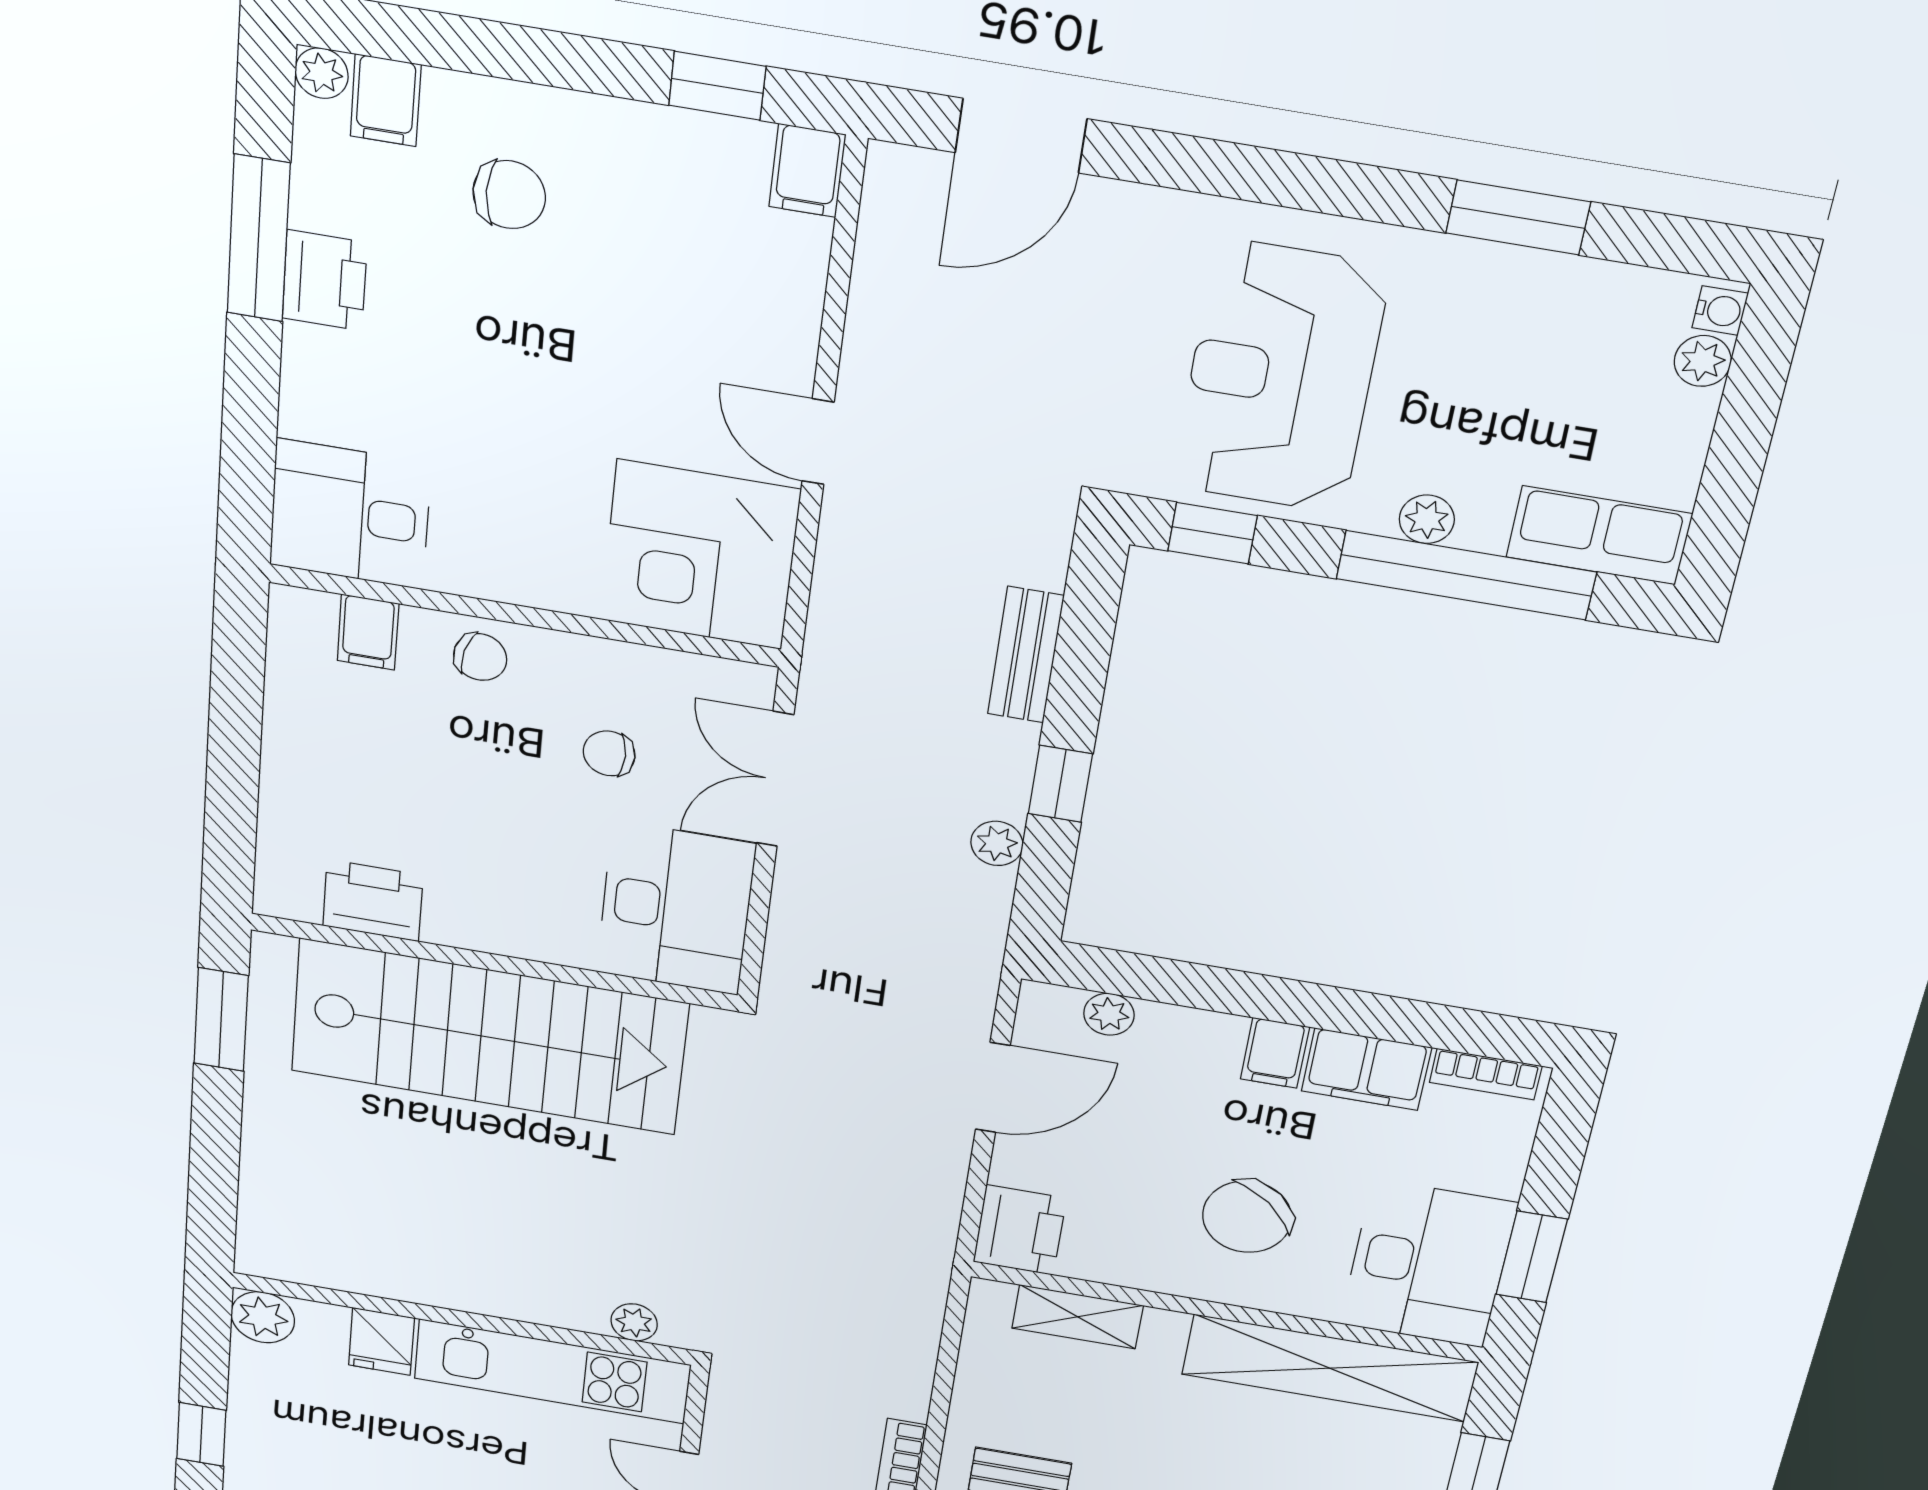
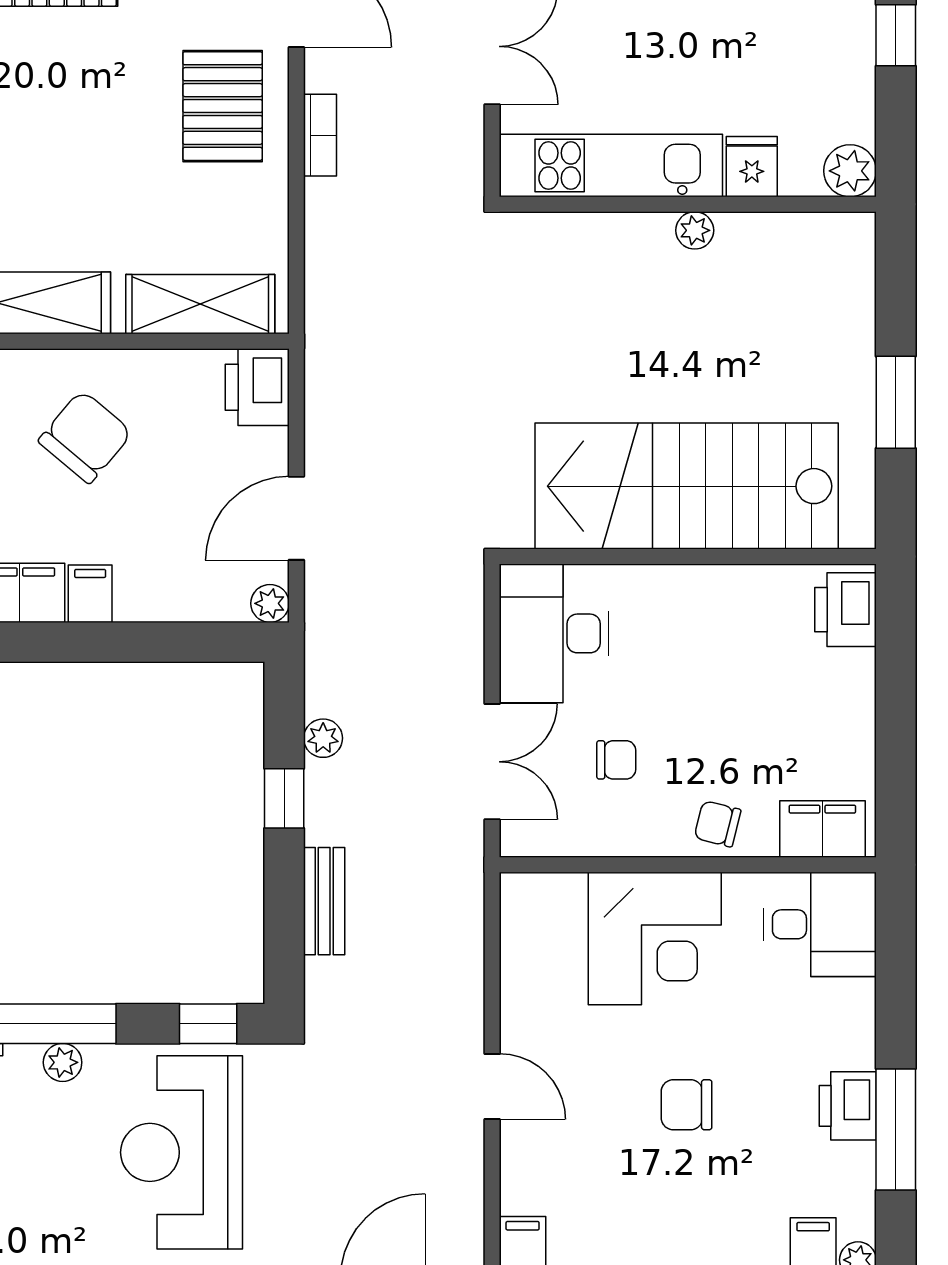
chair: (509, 195) -> (687, 1105), moved
reception desk: (1280, 377) -> (182, 1152), turned 180
door: (818, 442) -> (492, 1087), moved
corner desk: (700, 555) -> (655, 938), moved, turned 90
filing cabinet: (368, 632) -> (822, 829), width x2.00
printer: (373, 901) -> (846, 610), moved, turned 90
plant: (1109, 1014) -> (270, 603), moved
window: (221, 1020) -> (896, 402), moved
shelving: (1078, 1317) -> (200, 304), width x1.50, depth x1.33
plant: (634, 1322) -> (695, 230), moved

